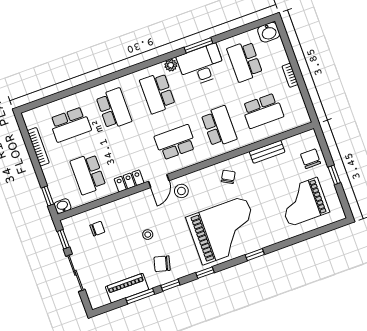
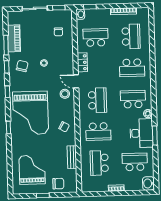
school desk: (70, 124) -> (131, 36), turned 180

